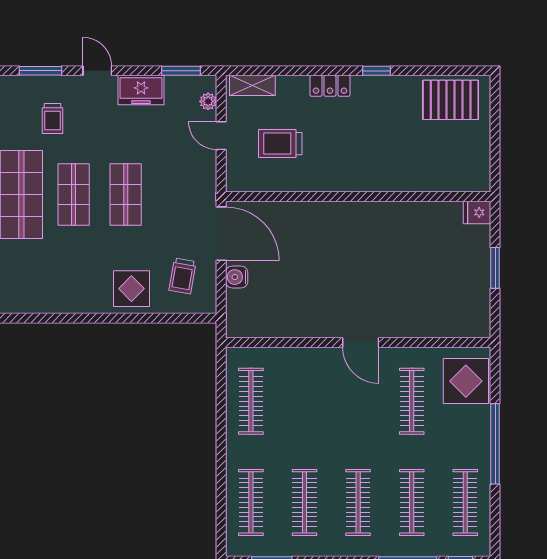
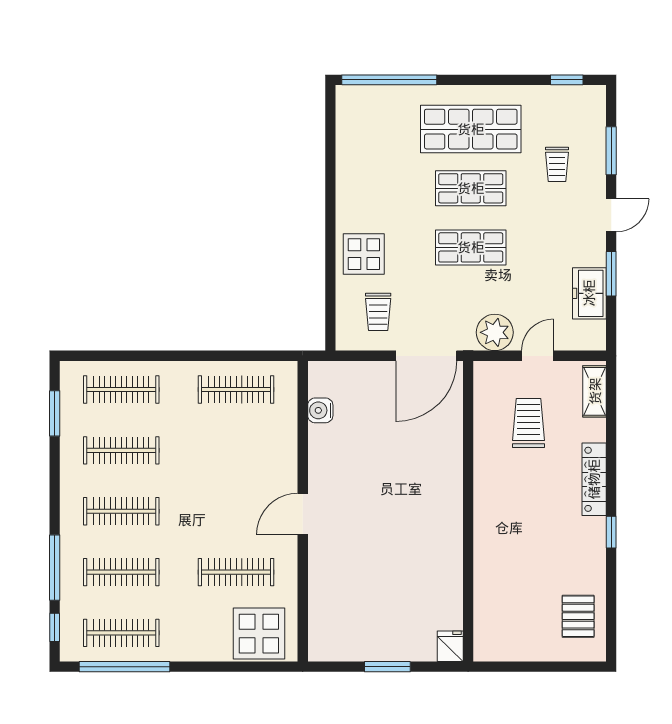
window: (181, 71) -> (611, 274), moved
locker: (330, 86) -> (594, 479), width x1.53
freezer: (141, 90) -> (589, 293), moved
pallet: (451, 100) -> (578, 616), width x0.67, depth x0.71
plant: (208, 101) -> (495, 332), moved, width x1.88, depth x1.88
trolley: (53, 118) -> (557, 164), turned -90
trolley: (182, 276) -> (378, 312), turned -100
water cooler: (237, 277) -> (320, 410), moved, turned -90
window: (495, 444) -> (124, 667), moved

